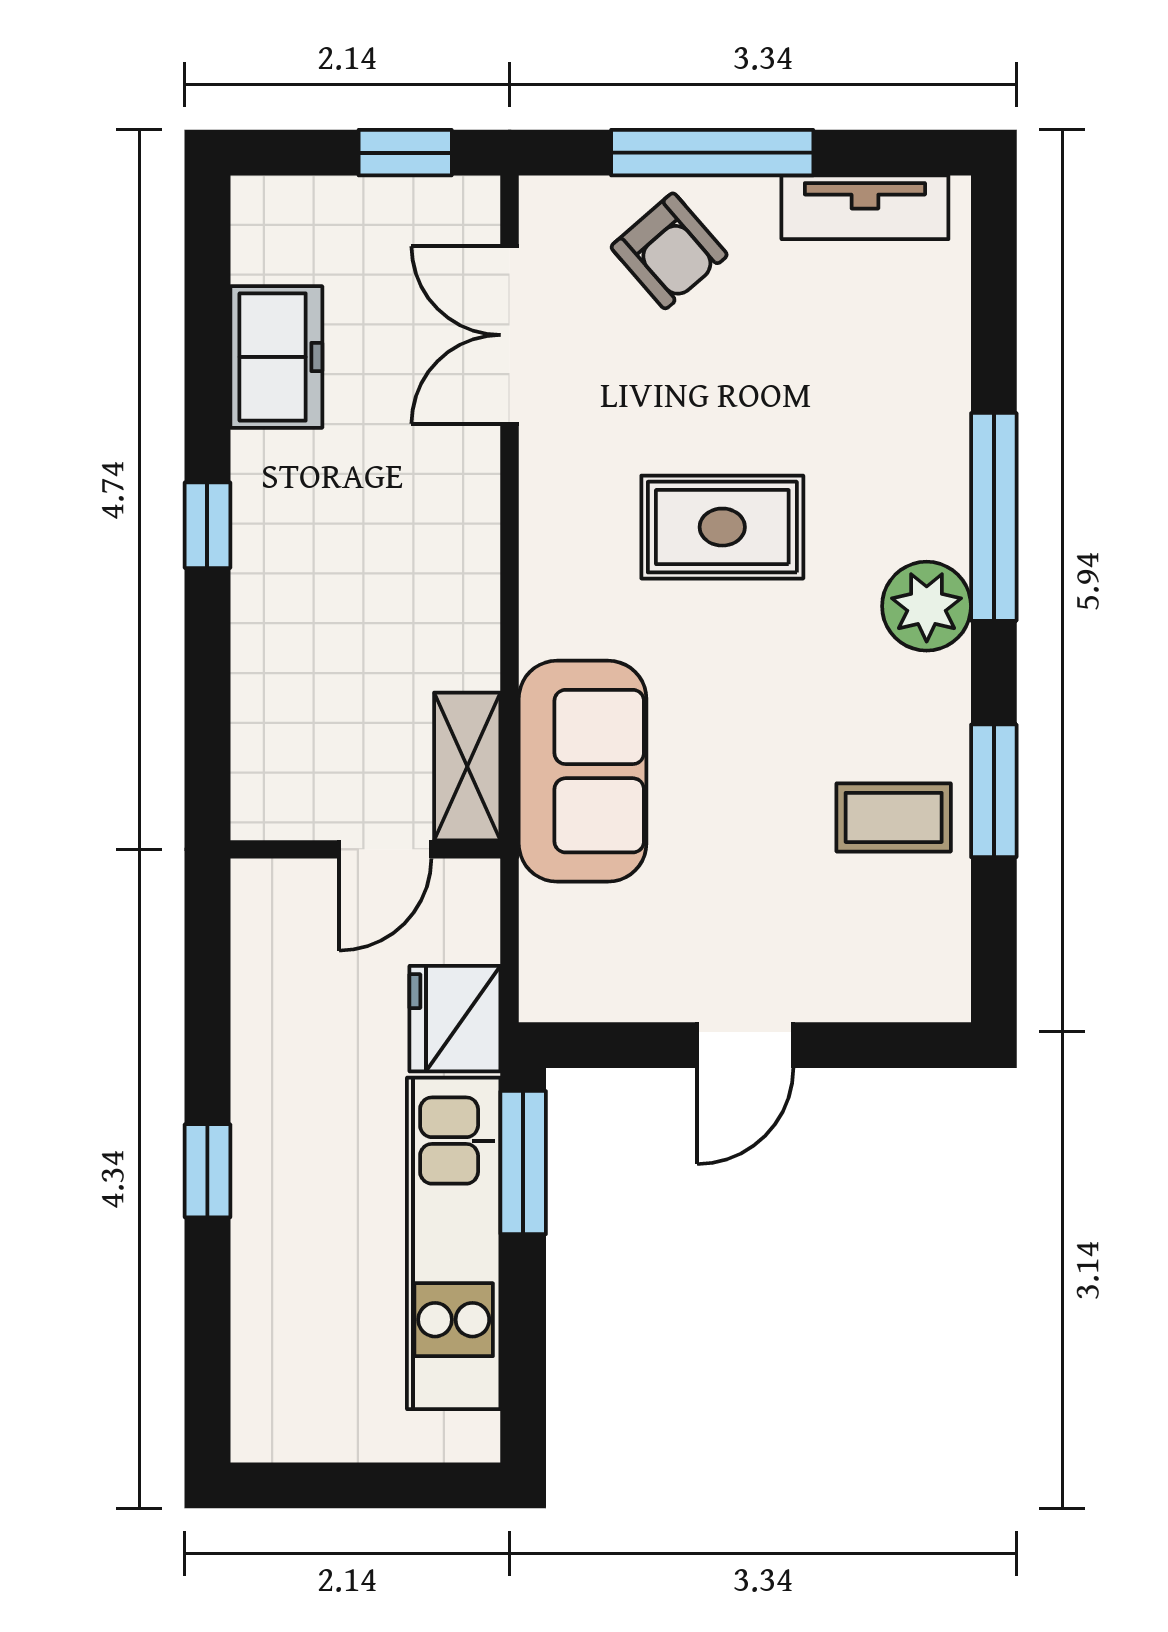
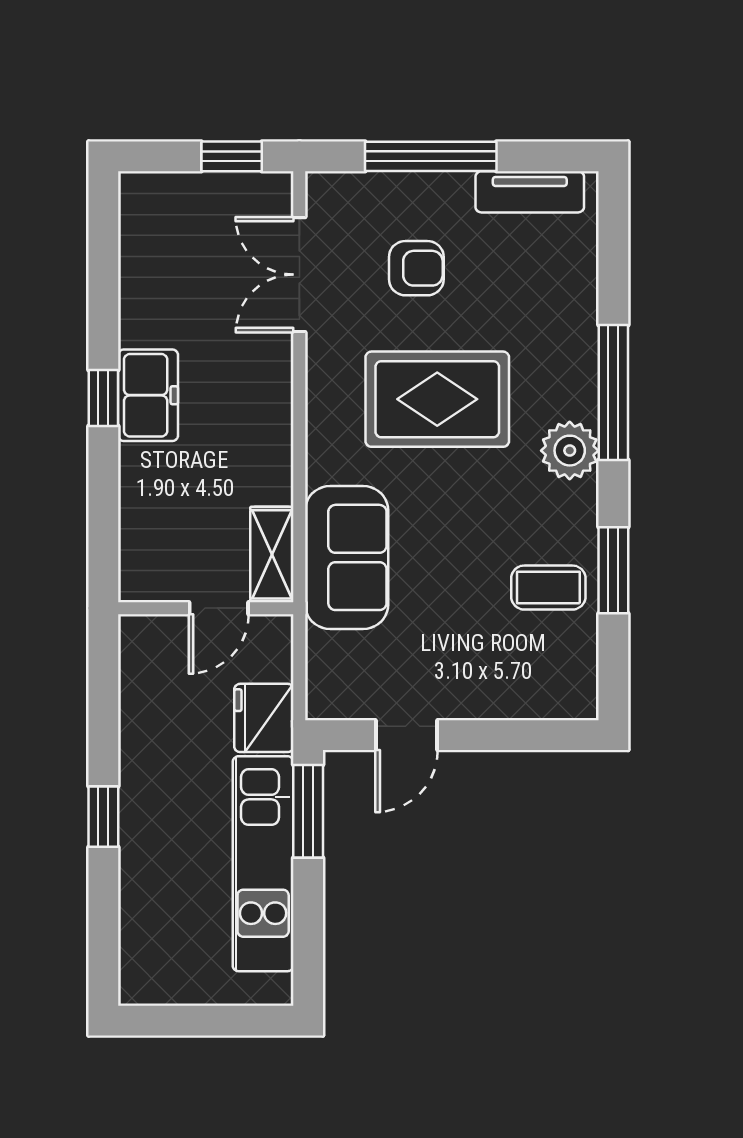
armchair: (669, 251) -> (416, 268), moved, turned -49
freezer: (276, 357) -> (148, 395), moved
rug: (722, 527) -> (437, 399), width x1.36, depth x1.43
door: (745, 1045) -> (406, 735), moved

